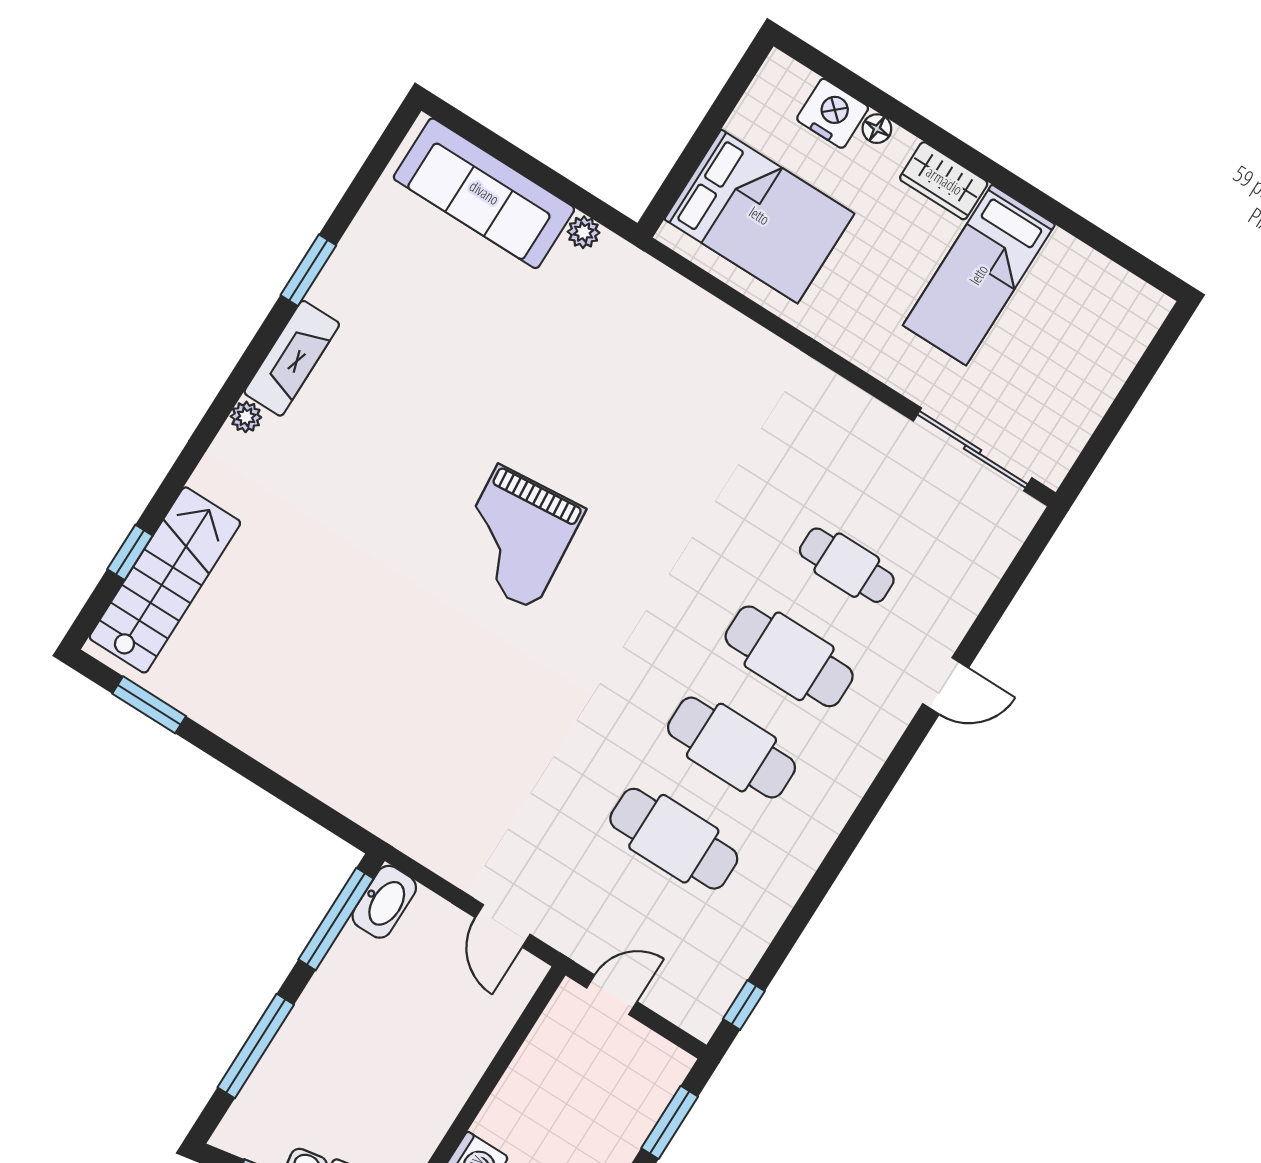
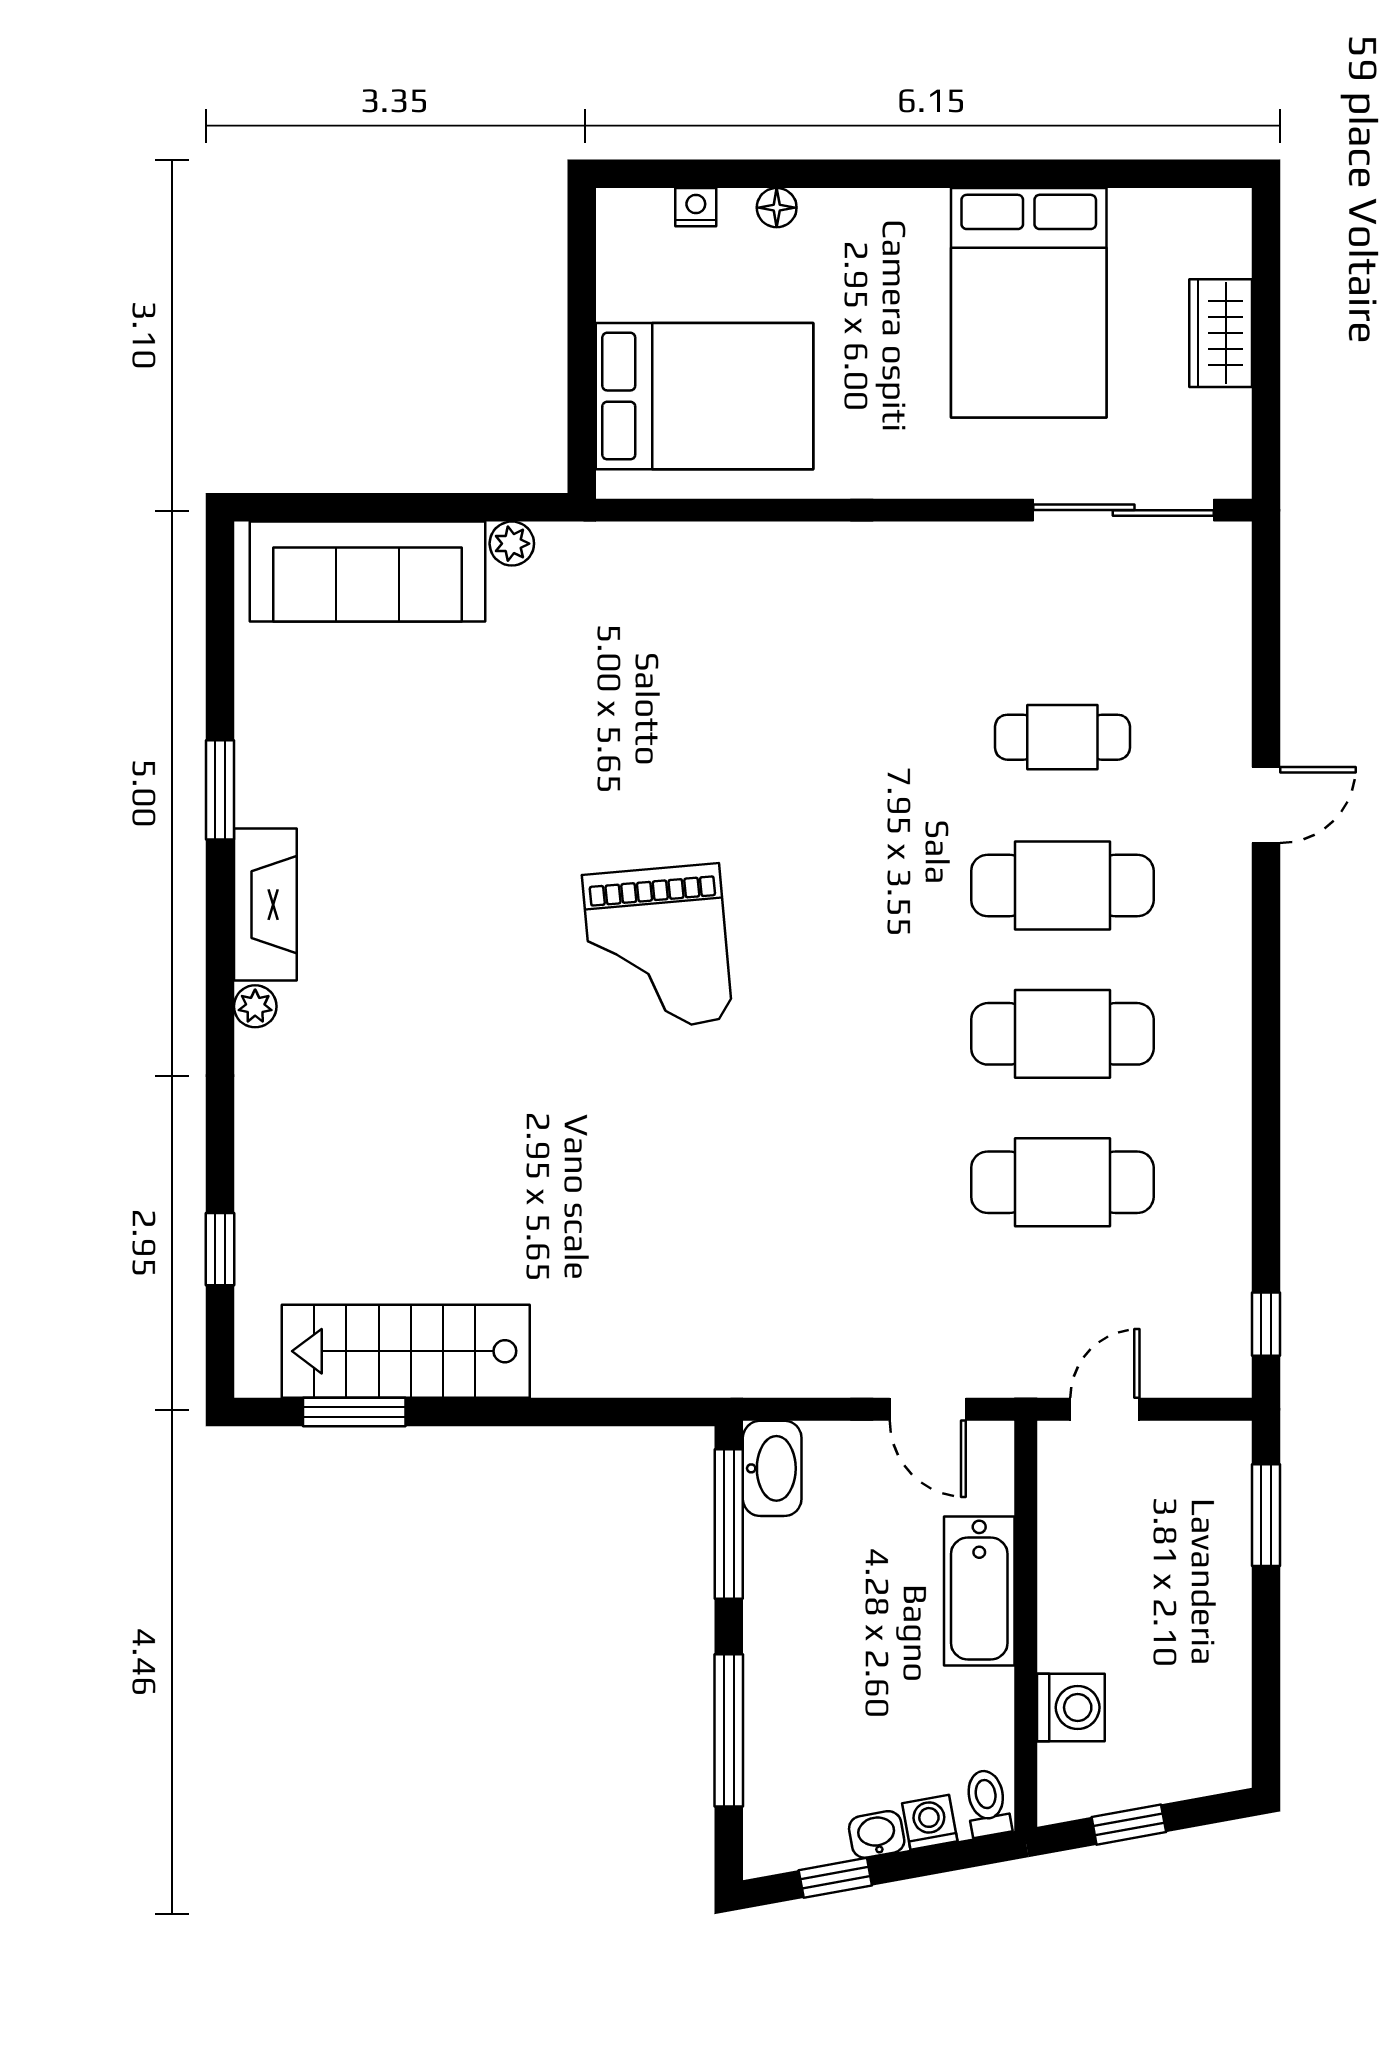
nightstand: (833, 113) -> (696, 207), width x0.53, depth x0.56
wardrobe: (944, 181) -> (1221, 333), moved, turned 90
bed: (979, 275) -> (1029, 303), width x1.50
stairs: (165, 580) -> (406, 1351), moved, turned -90
bathtub: (464, 1058) -> (979, 1591), added

